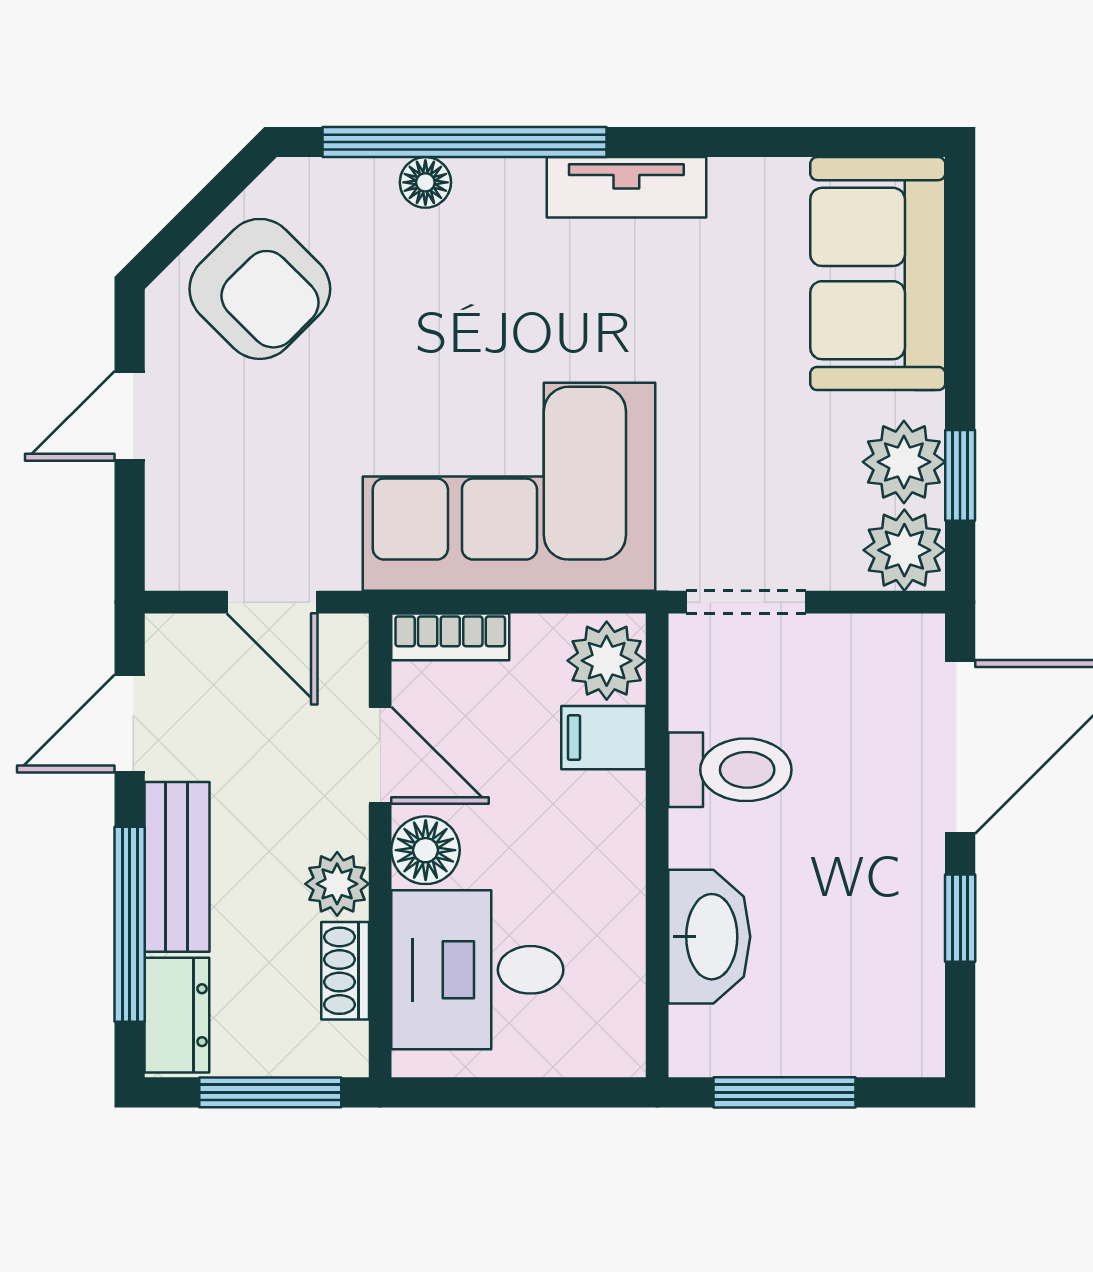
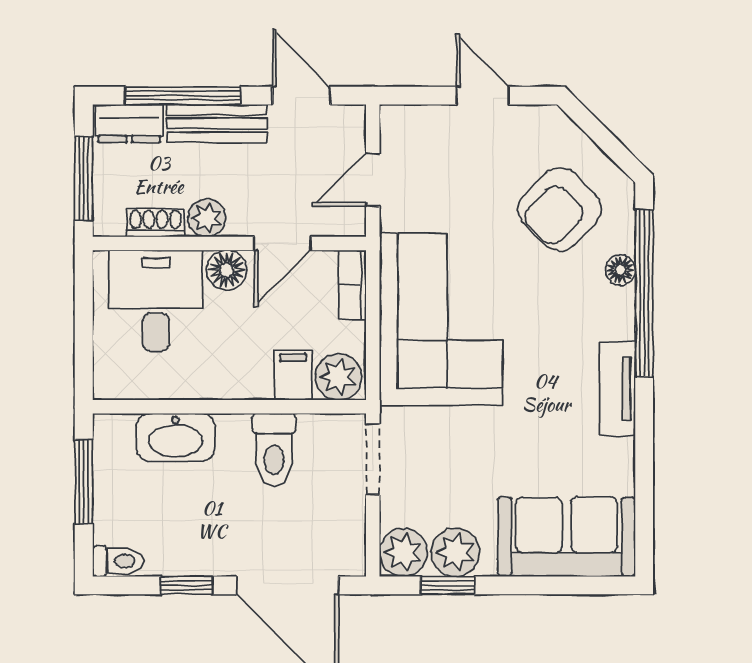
armchair: (260, 289) -> (560, 209), moved
toilet: (919, 1035) -> (118, 561), added

